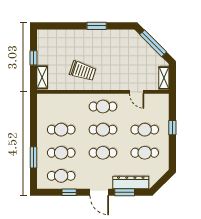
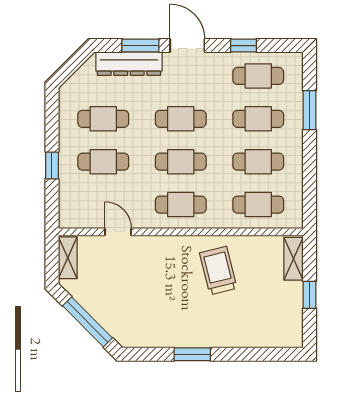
trolley: (83, 71) -> (218, 271), turned 58
cafe table: (61, 107) -> (258, 205), added

